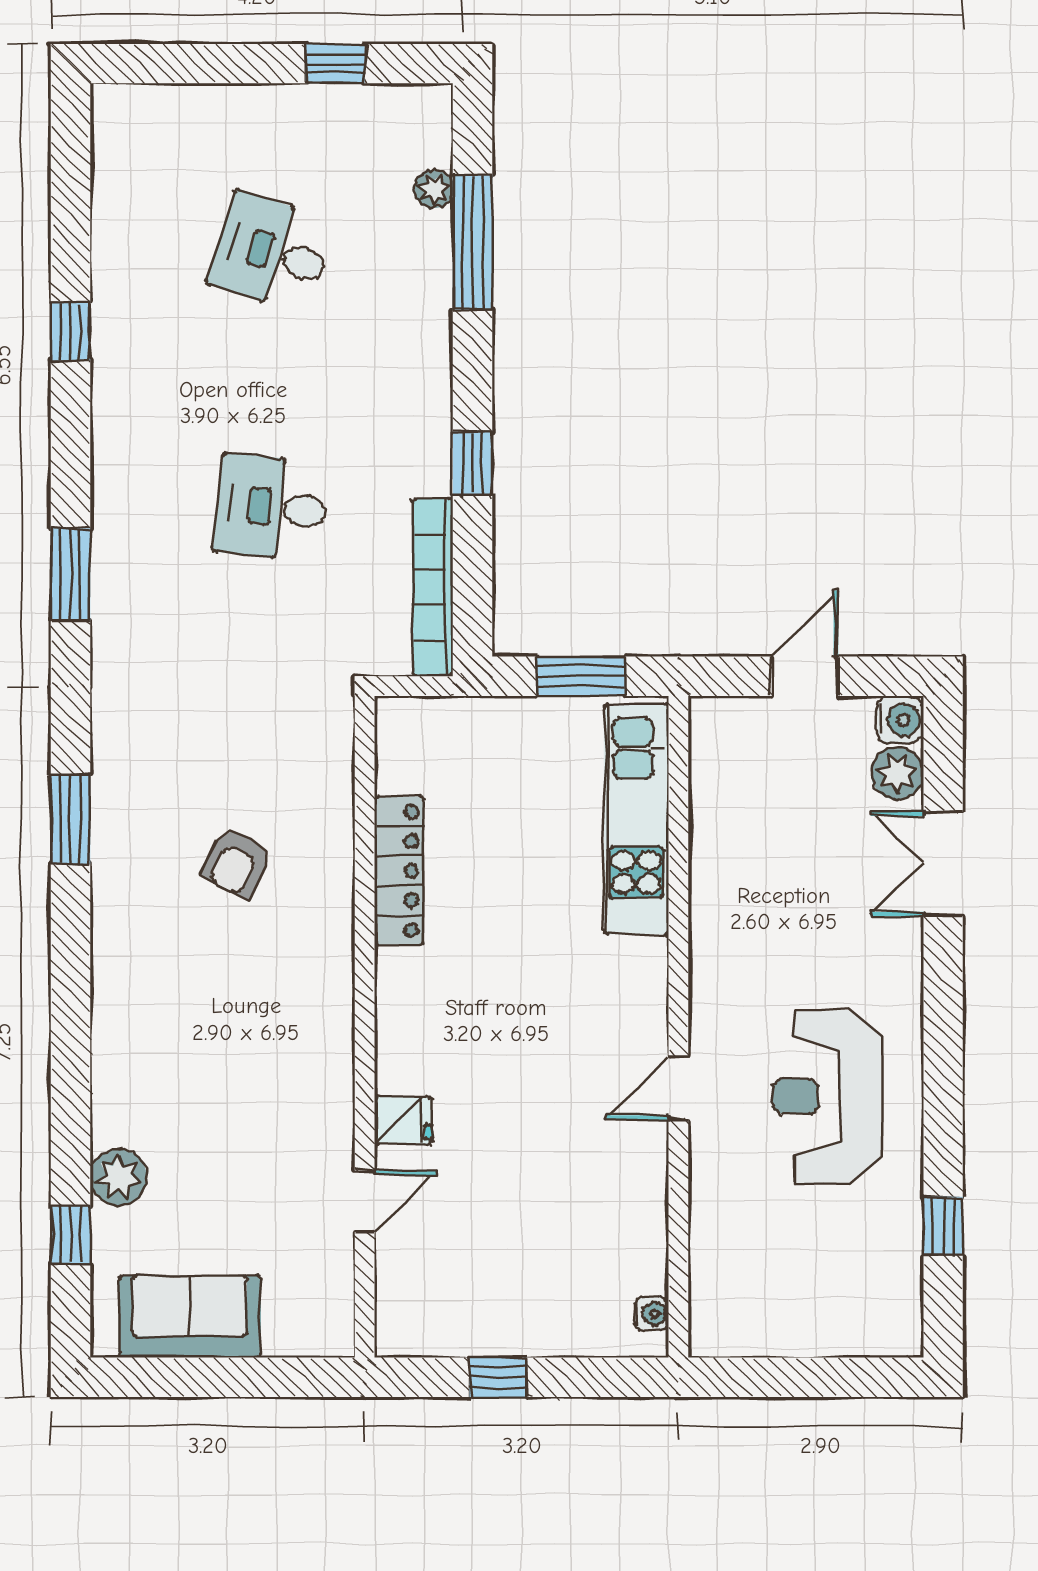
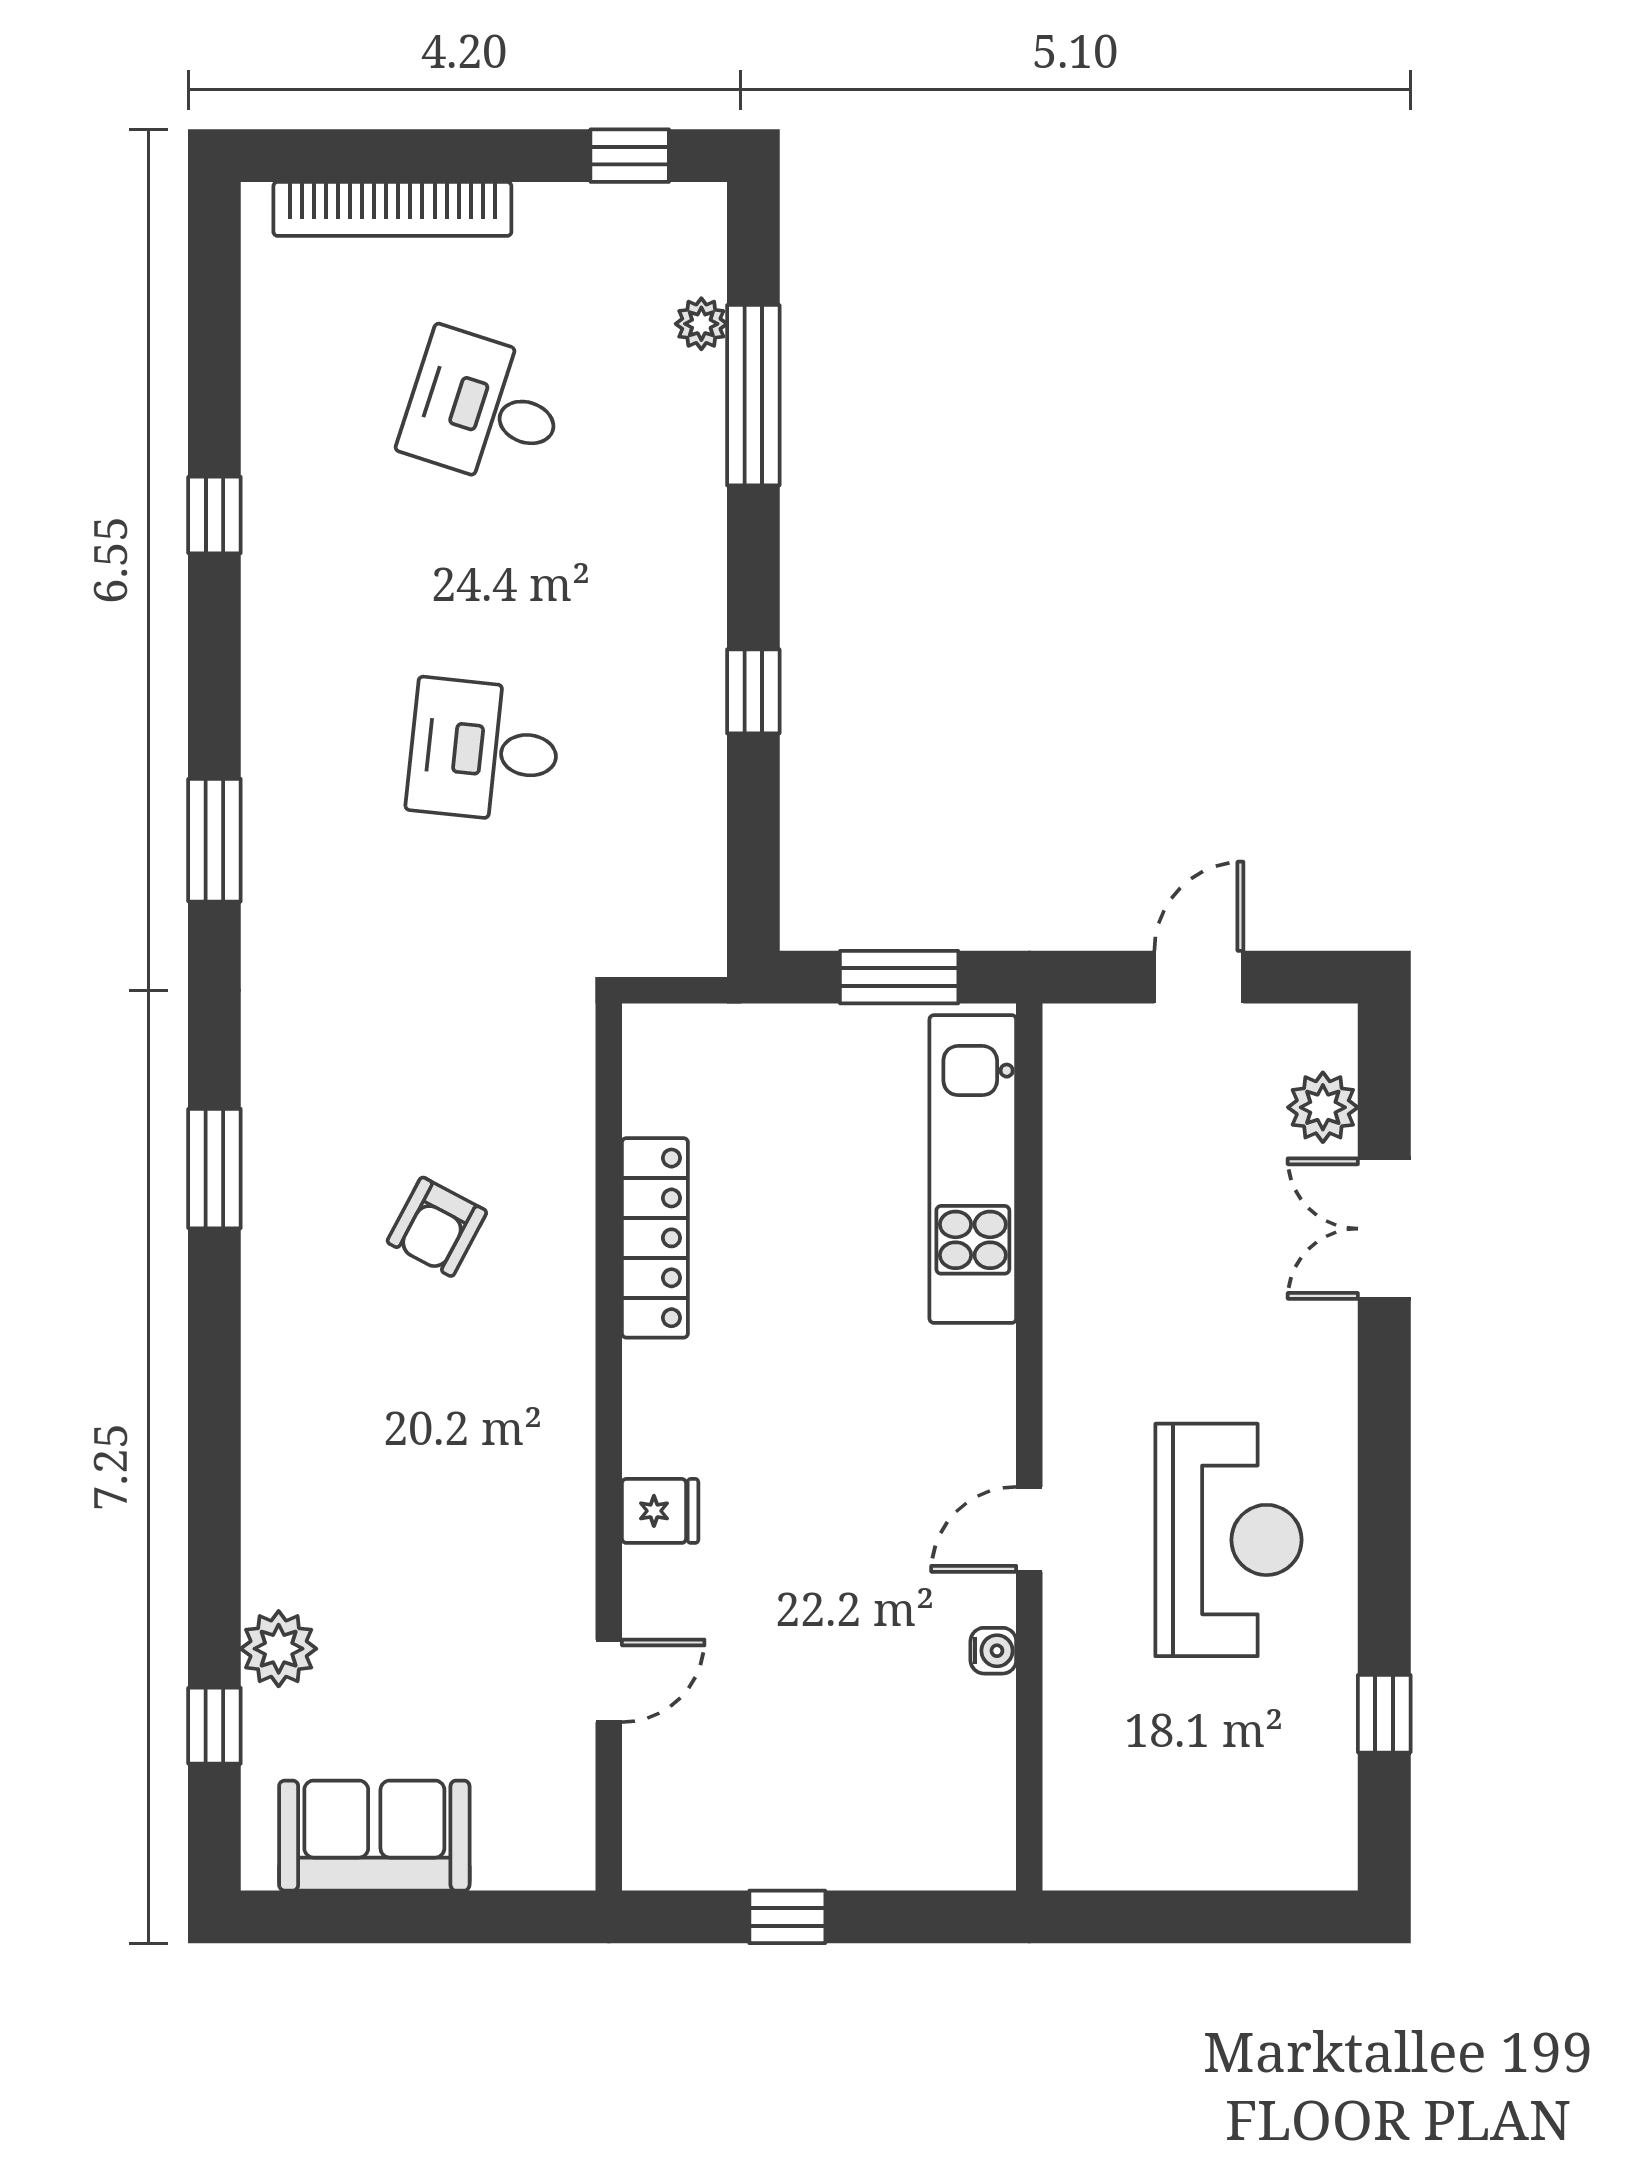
window: (335, 64) -> (630, 156), moved
bookcase: (433, 588) -> (392, 209), moved, turned -90
water cooler: (900, 720) -> (1326, 1035), removed
reception desk: (827, 1096) -> (1228, 1540), turned 180
fridge: (403, 1120) -> (660, 1511), moved
water cooler: (652, 1314) -> (993, 1651), moved

